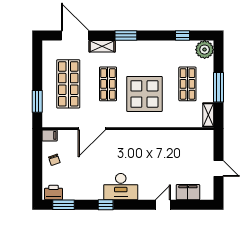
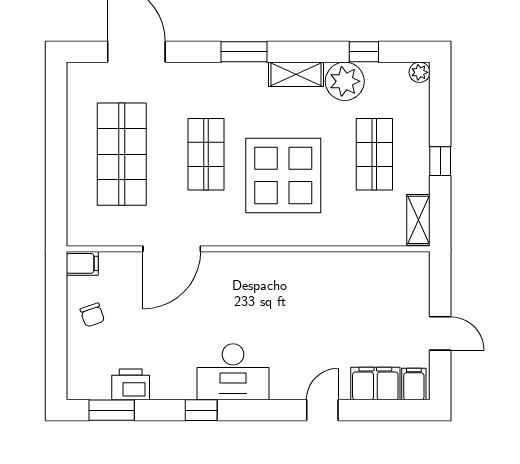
shelving: (102, 46) -> (296, 74), moved
plant: (173, 50) -> (345, 81), added
plant: (205, 50) -> (420, 72), width x0.53, depth x0.53
window: (218, 87) -> (440, 161), width x0.46
window: (37, 101) -> (56, 191), removed
filing cabinet: (206, 192) -> (414, 384), added
printer: (54, 193) -> (131, 384), moved

